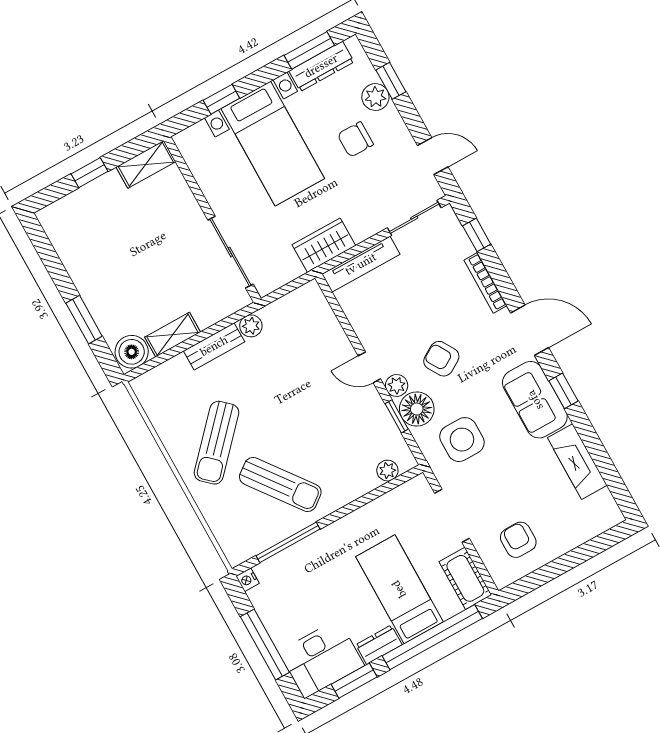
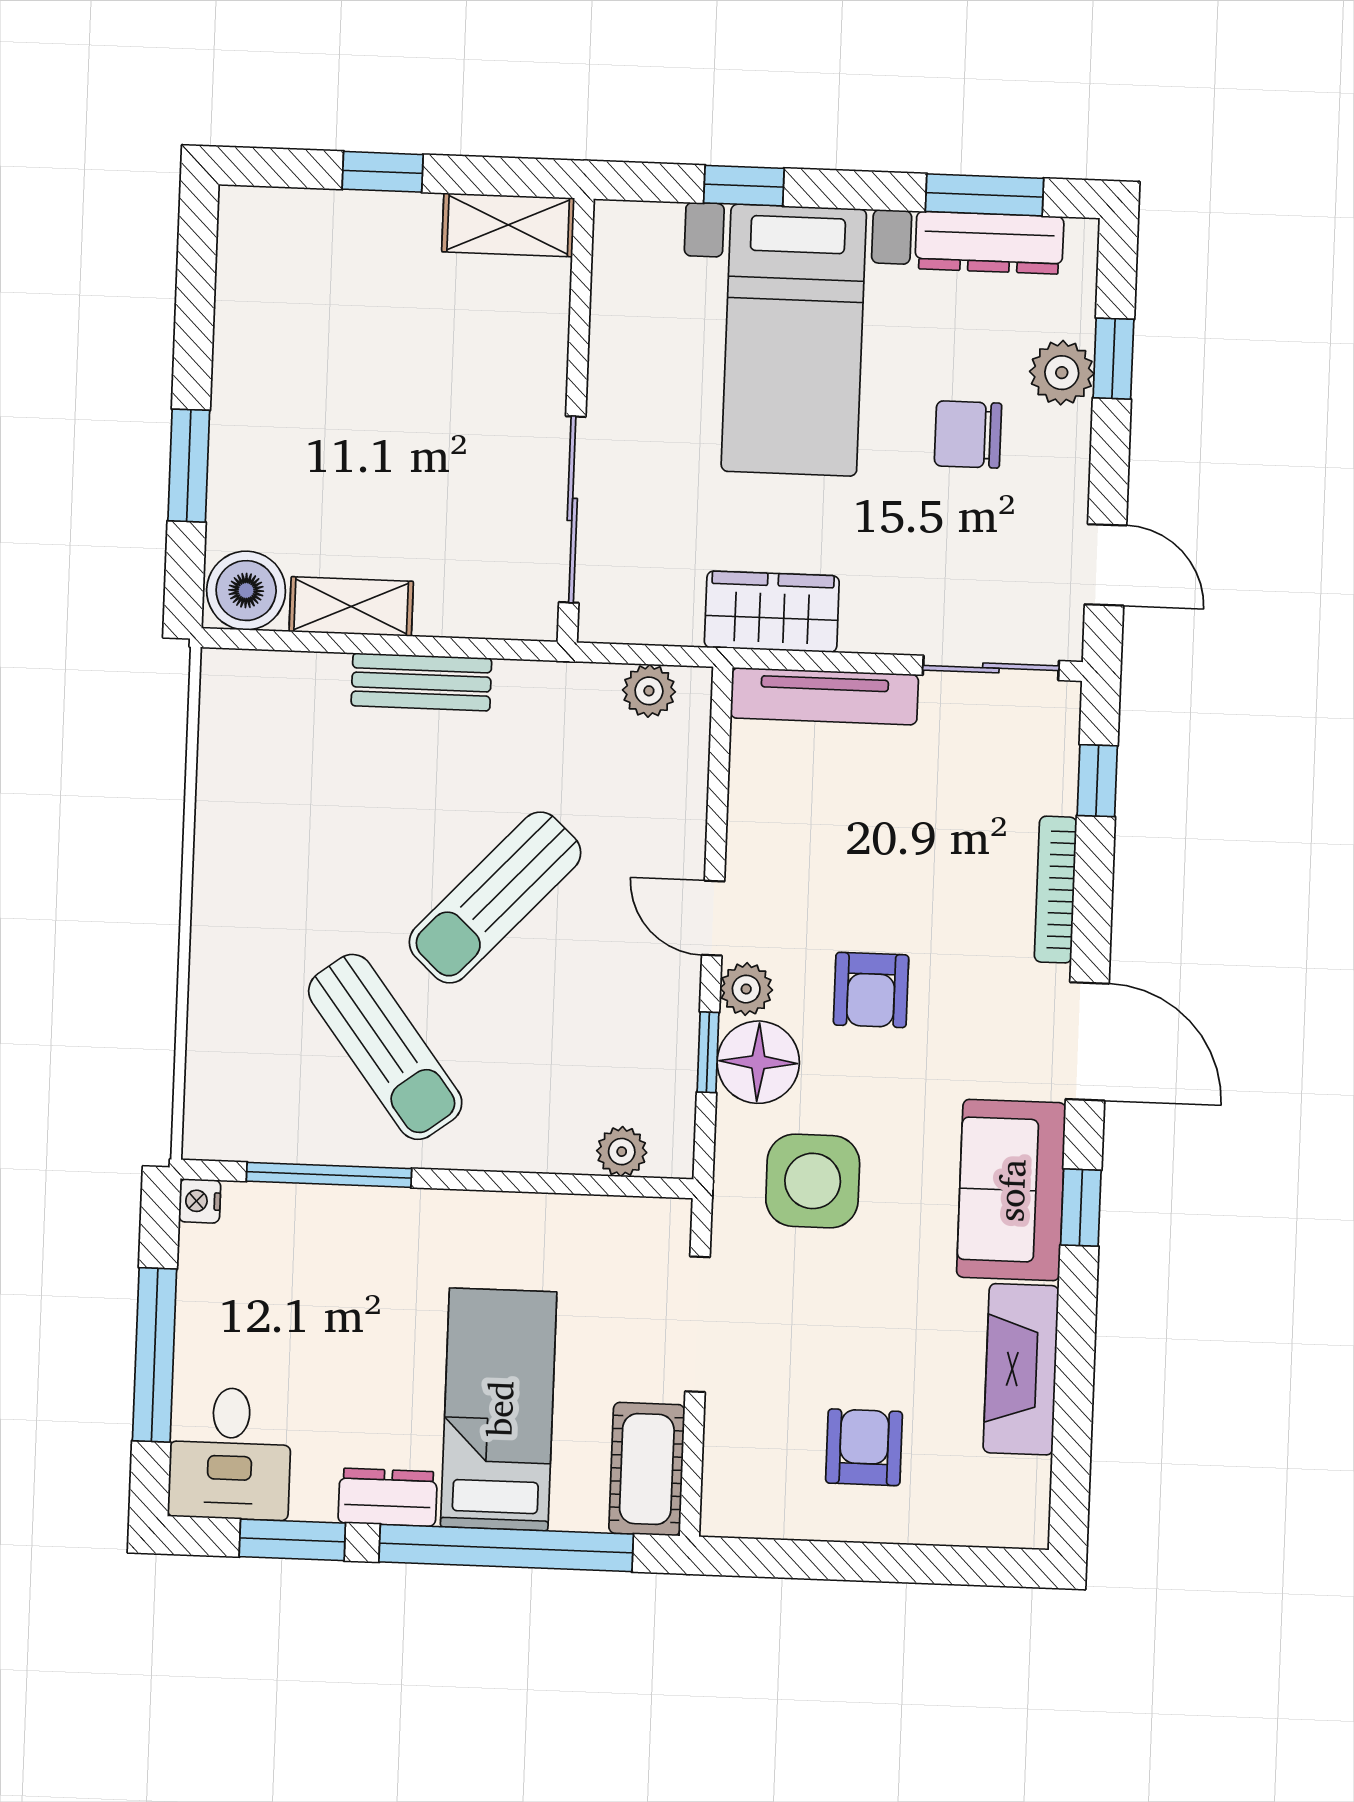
plant: (251, 326) -> (649, 691), moved
armchair: (441, 359) -> (871, 990), turned -149
sun lounger: (217, 443) -> (495, 897), moved
armchair: (518, 540) -> (864, 1447), moved
desk: (321, 659) -> (230, 1453), width x0.73

